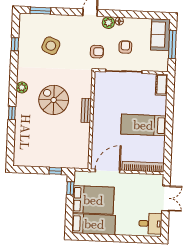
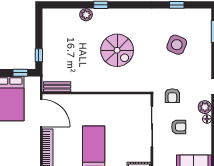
plant: (22, 87) -> (86, 15), moved
spiral stairs: (54, 100) -> (117, 50), turned 90
bench: (86, 110) -> (57, 87), moved

